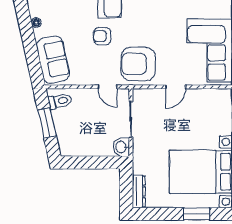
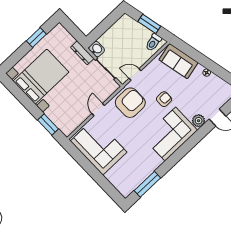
dresser: (139, 191) -> (82, 53), moved
window: (197, 214) -> (36, 37), moved

